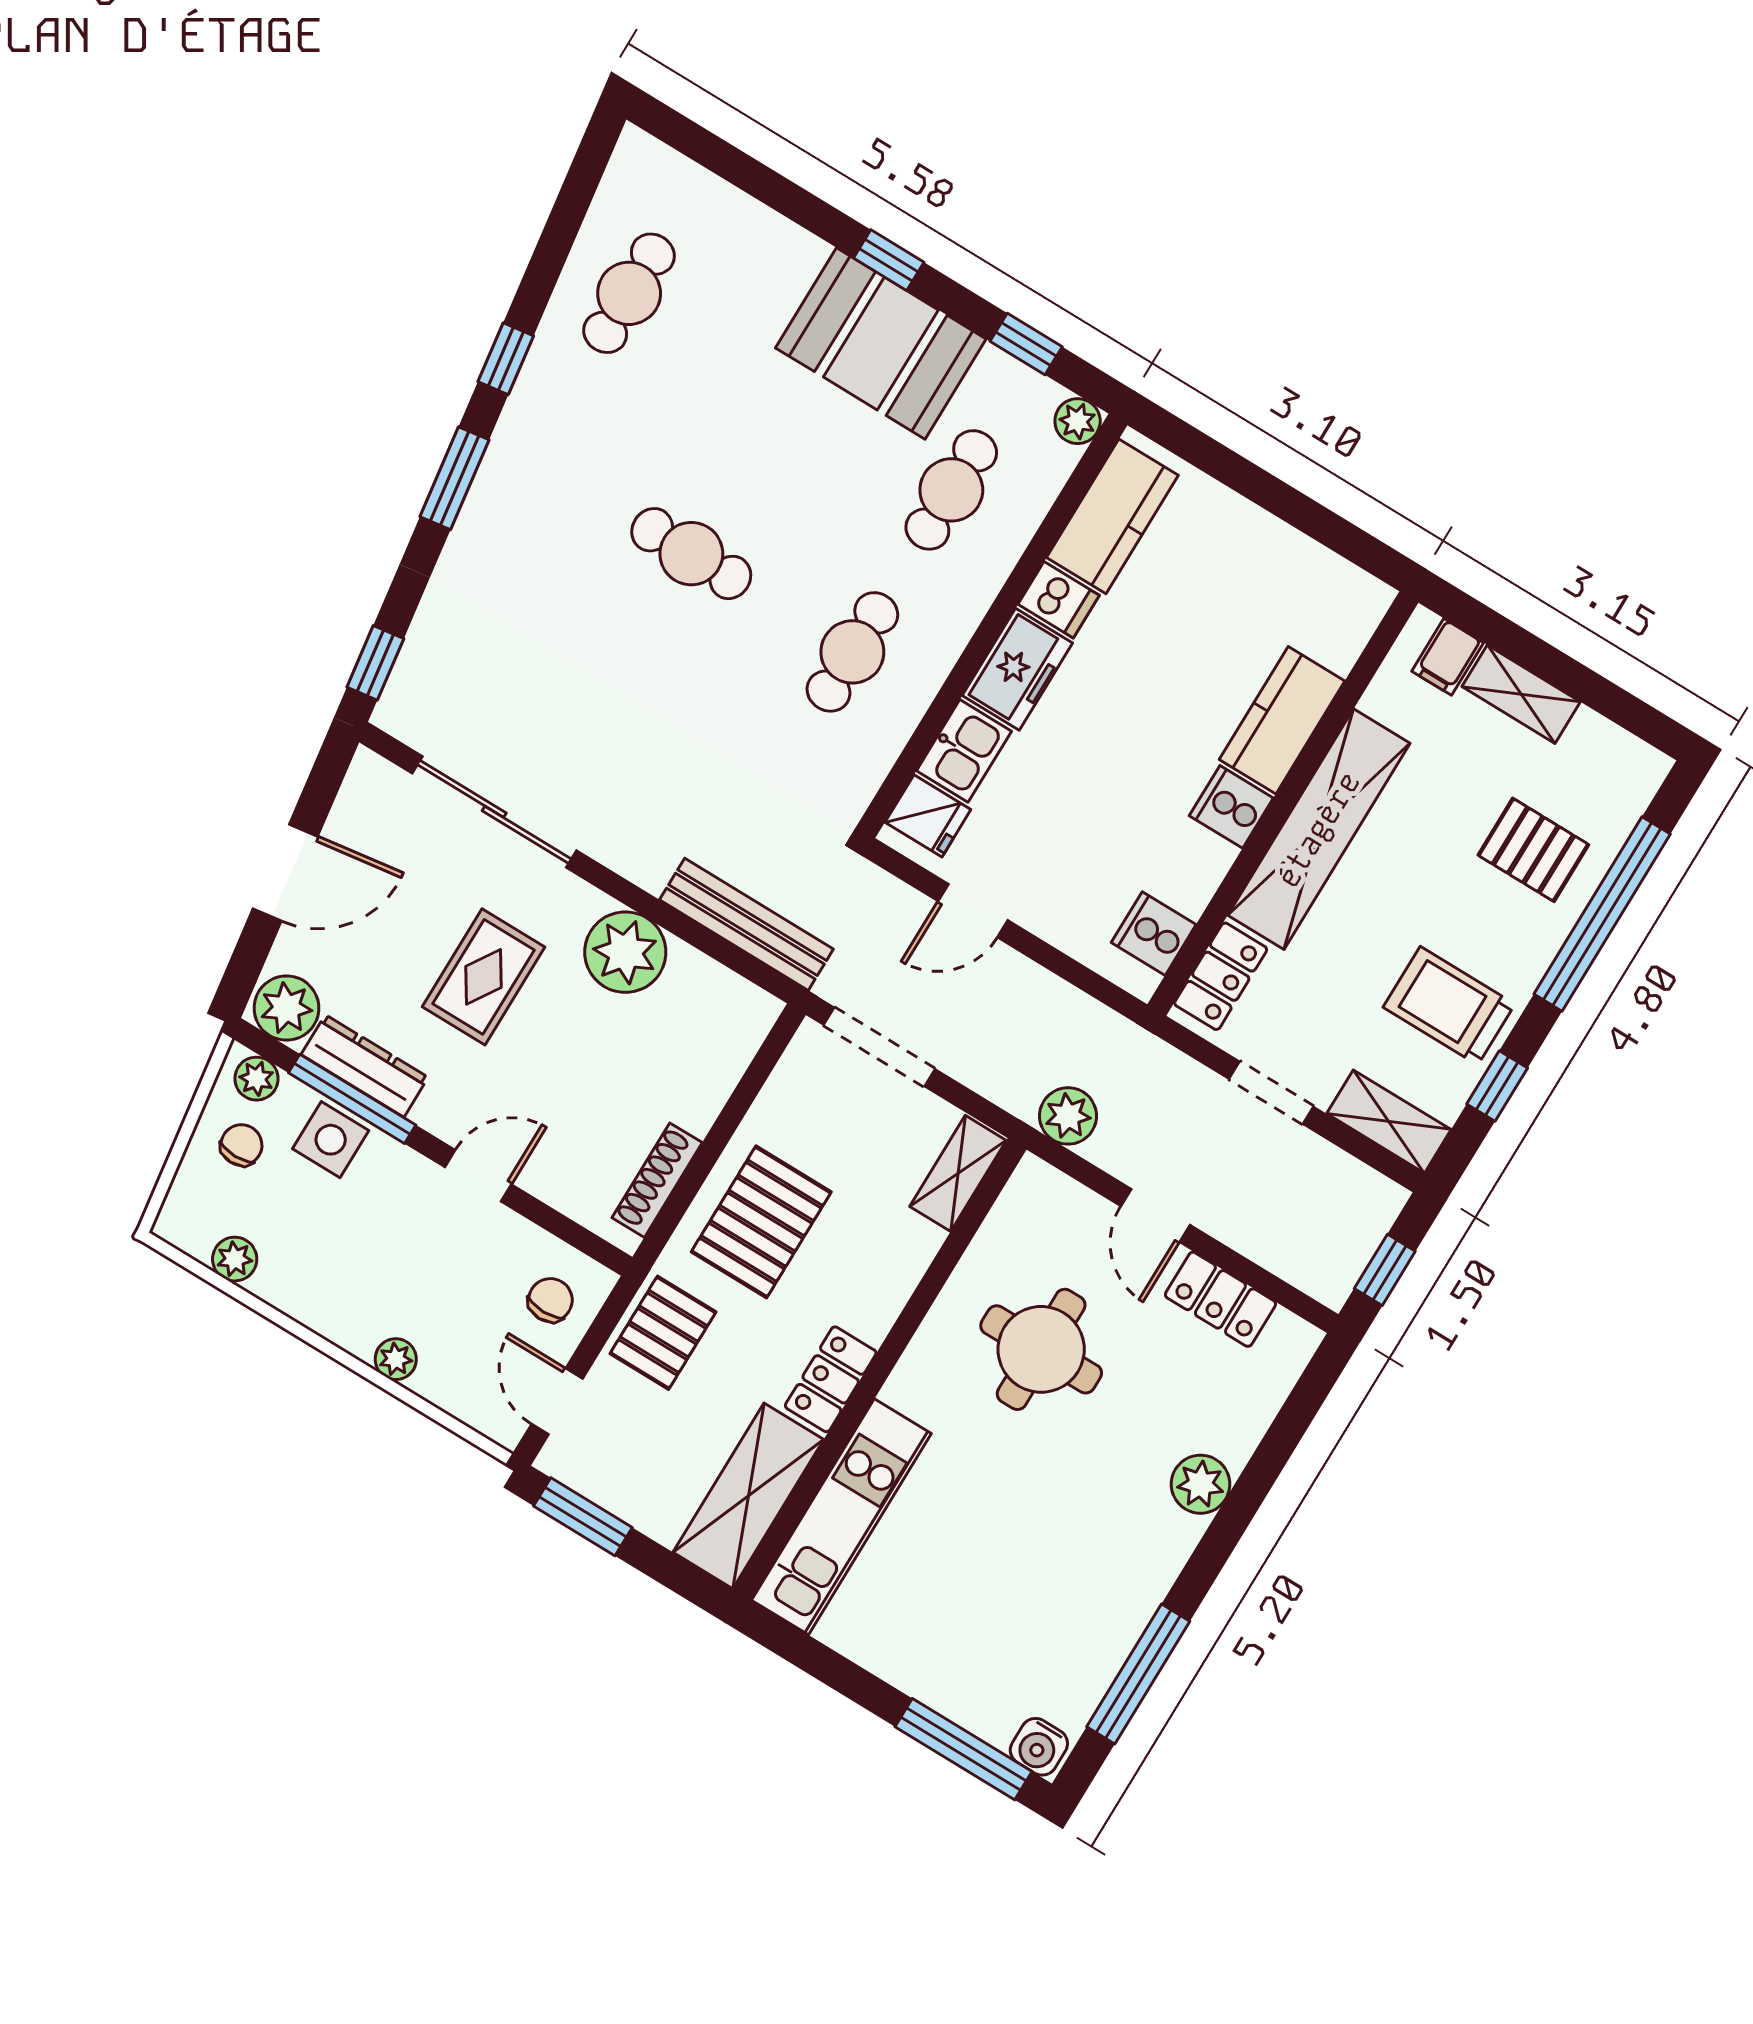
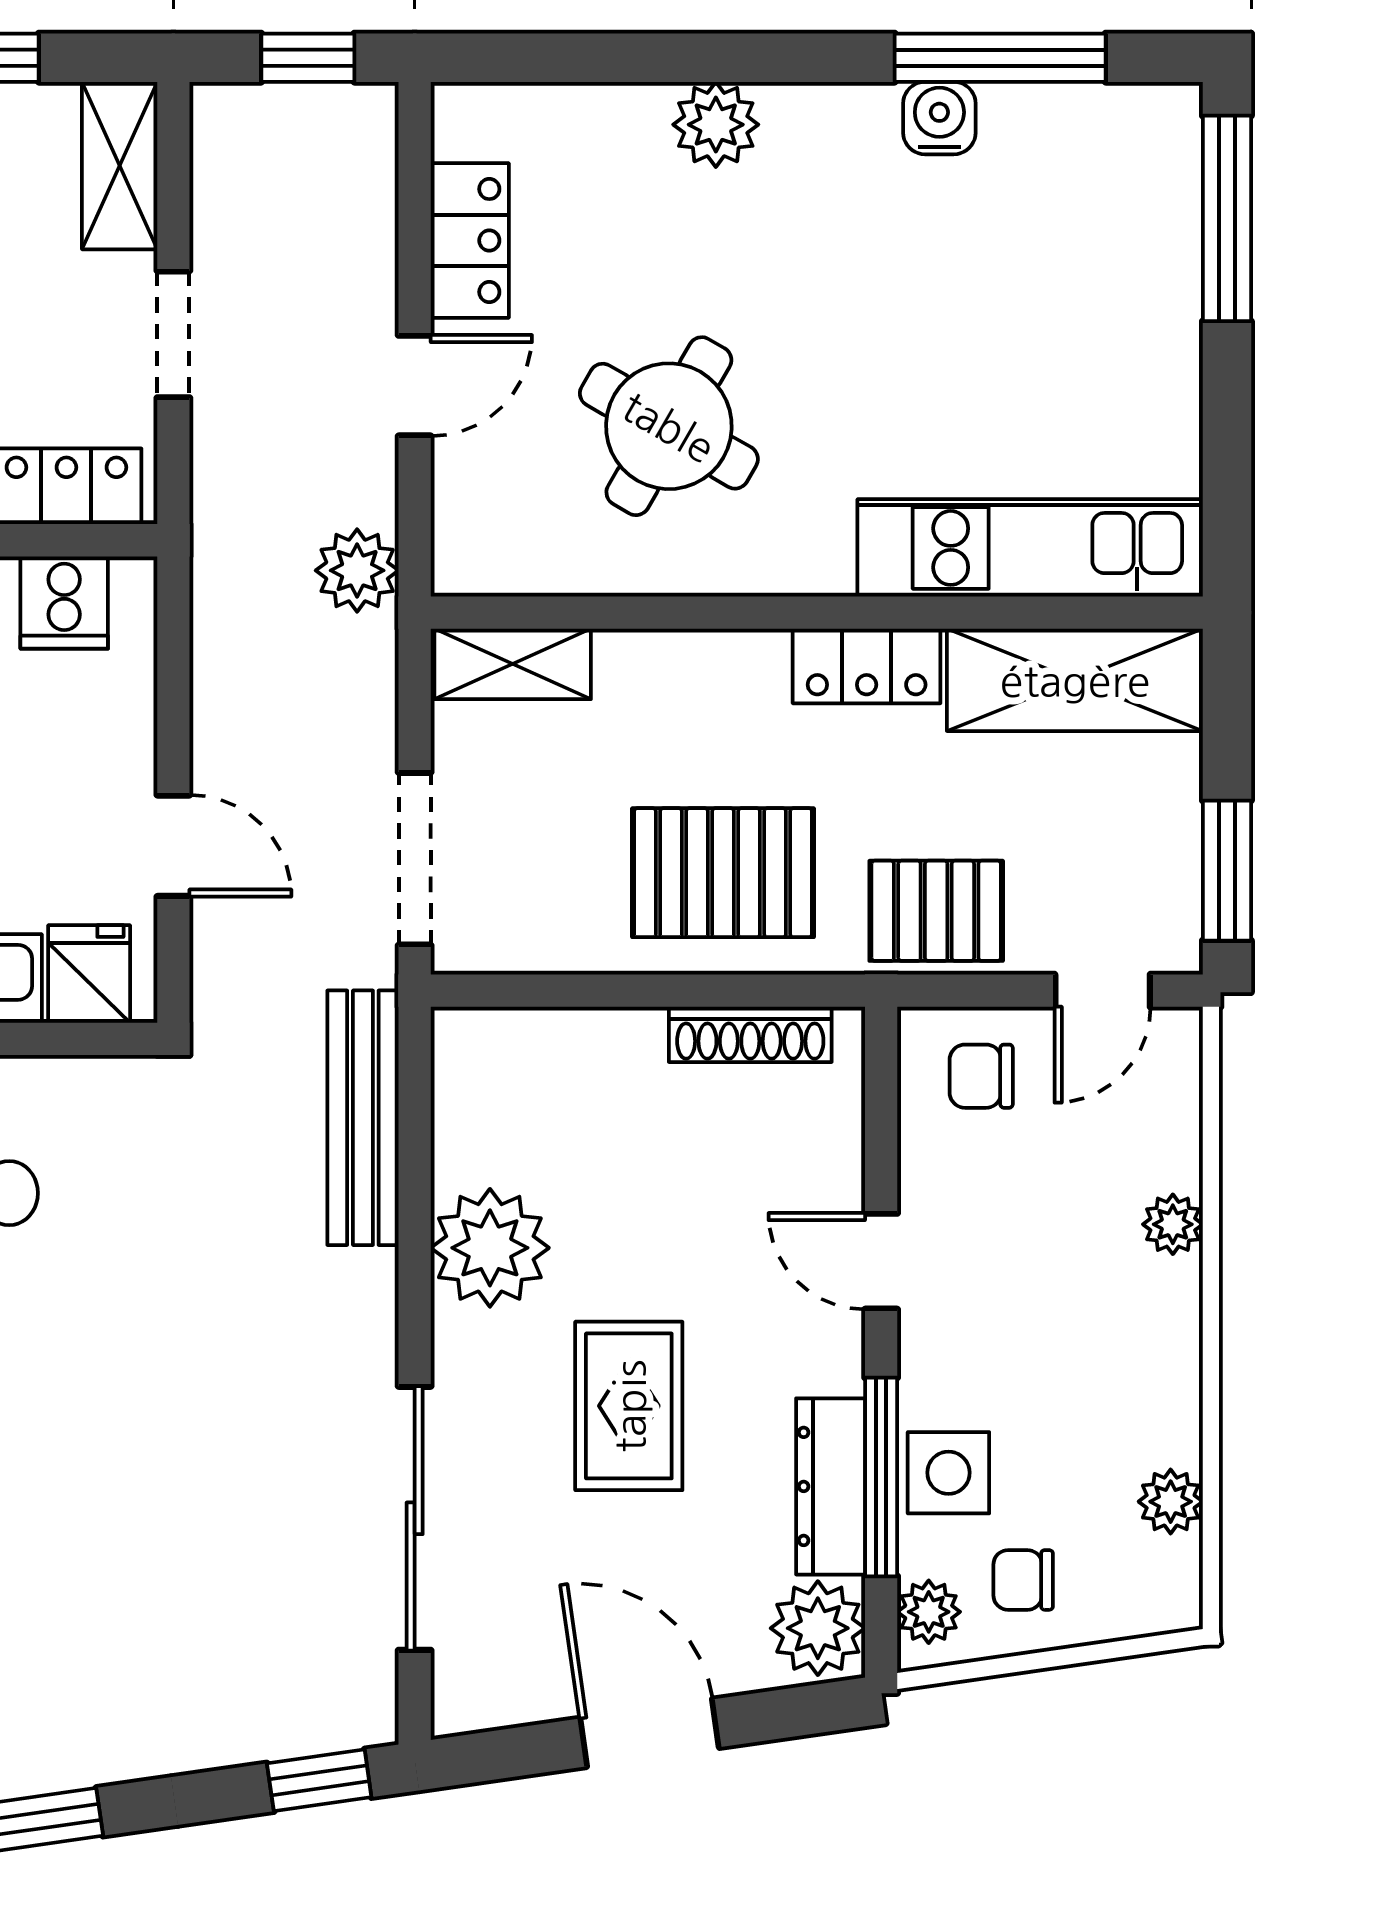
rug: (483, 977) -> (629, 1406), turned 90
round table: (1041, 1349) -> (669, 426), turned 30
water cooler: (1039, 1747) -> (939, 118), moved, turned -90

